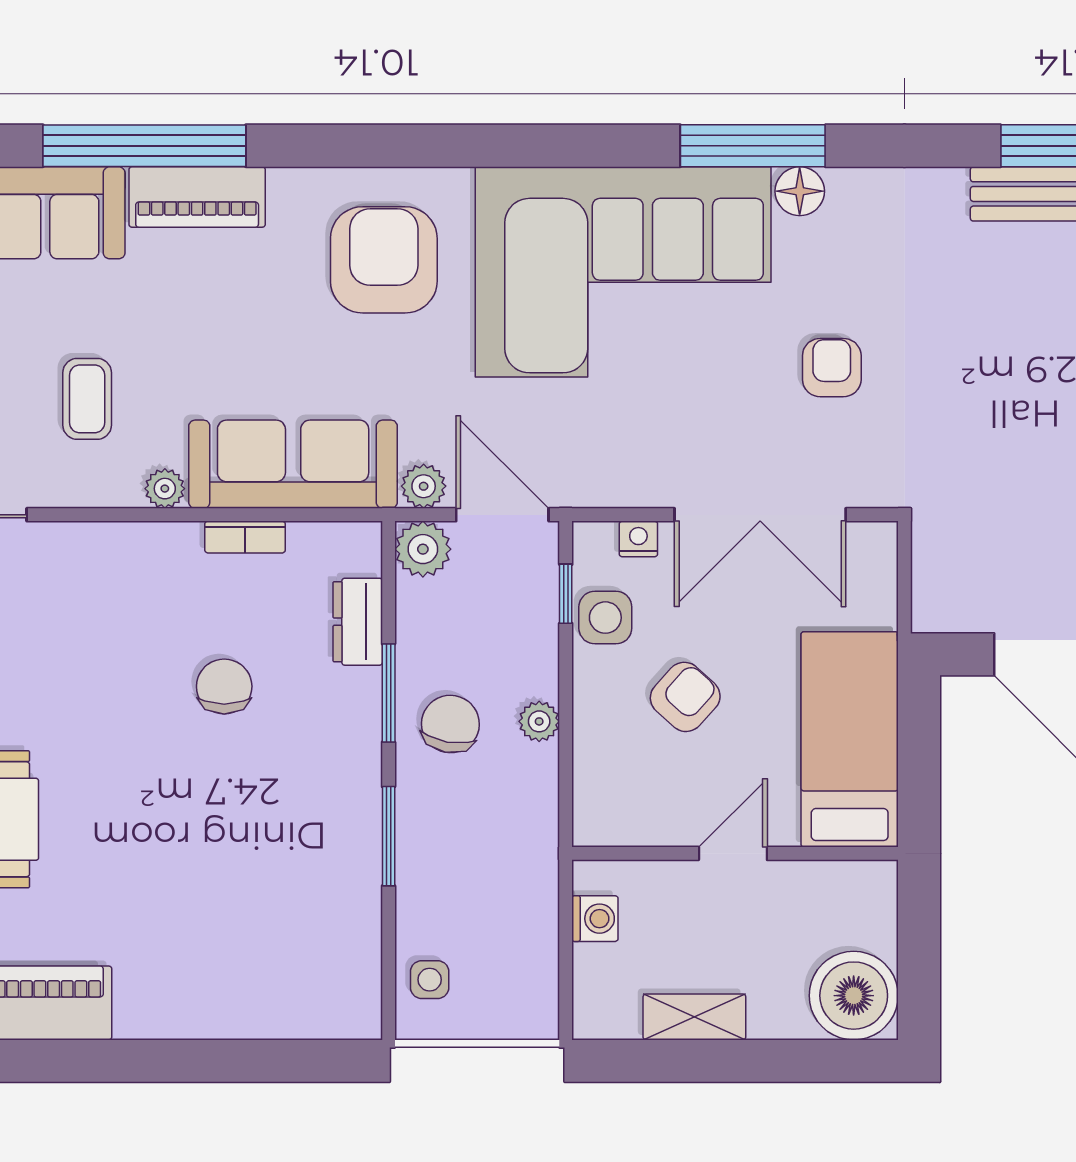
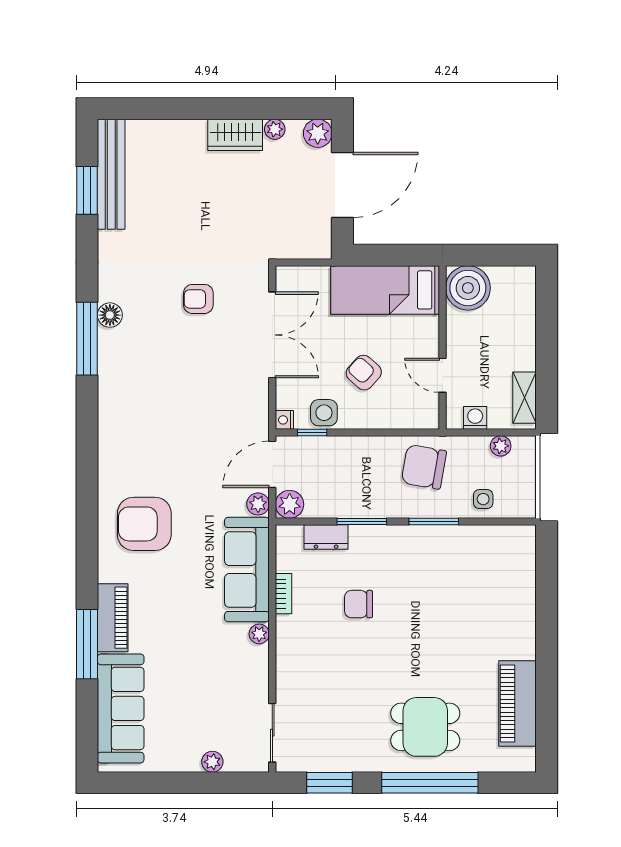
window: (144, 146) -> (87, 644), width x0.68
corner sofa: (623, 272) -> (150, 404), removed
coffee table: (87, 399) -> (214, 673), removed
nightstand: (638, 539) -> (284, 420), moved
plant: (539, 721) -> (501, 446), moved
chair: (450, 724) -> (424, 467), moved, width x1.37, depth x1.37
door: (733, 853) -> (442, 375), moved
side table: (430, 980) -> (483, 499), moved
boiler: (854, 996) -> (468, 288), moved
shelving: (694, 1017) -> (525, 398), moved

